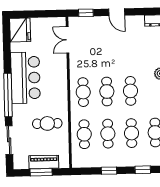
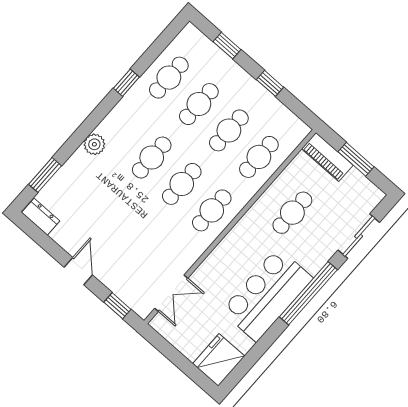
cafe table: (47, 123) -> (292, 213), turned 90
piano: (44, 162) -> (327, 157), moved

